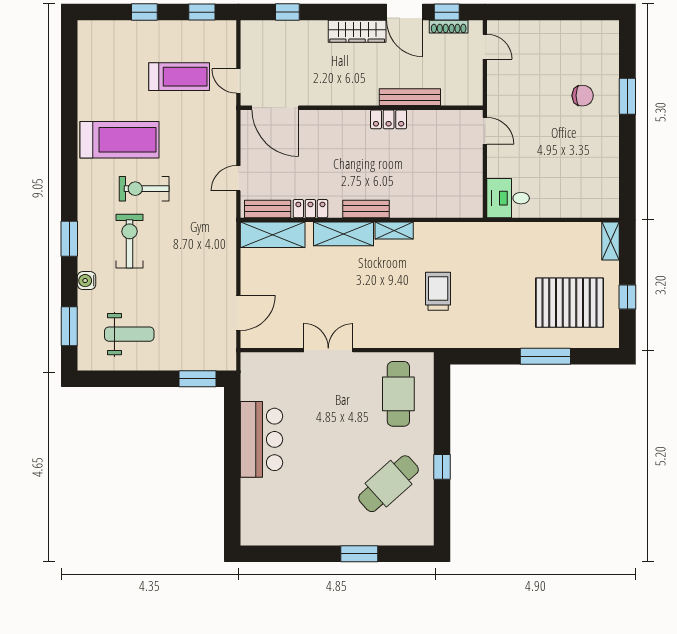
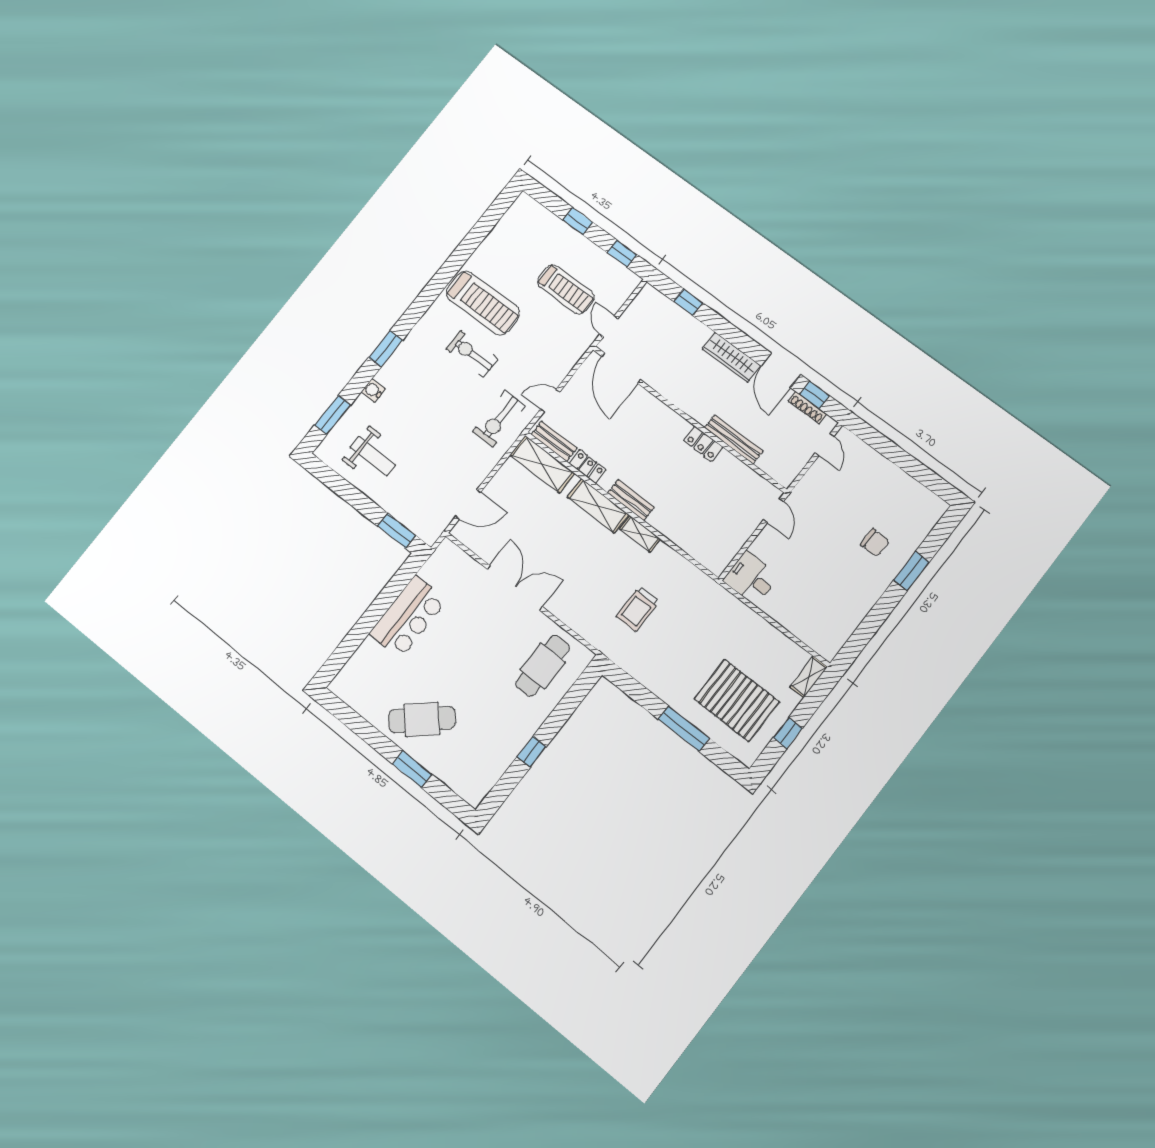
exercise bike: (130, 241) -> (499, 419), moved, turned 180
trolley: (438, 291) -> (638, 609), turned 180
double door: (328, 350) -> (515, 588), width x1.37
cafe table: (389, 484) -> (422, 719), moved

